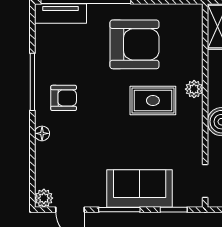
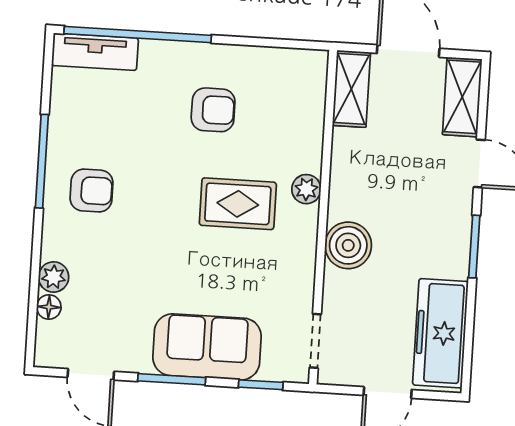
armchair: (134, 44) -> (213, 110), width x0.53, depth x0.53
floor lamp: (42, 133) -> (49, 307), moved
plant: (44, 198) -> (54, 277), moved

